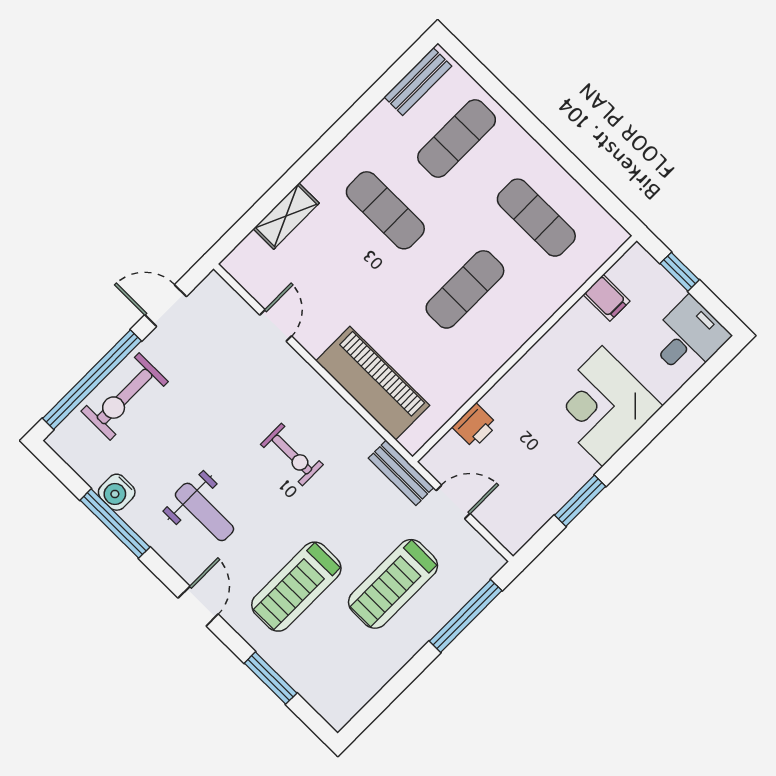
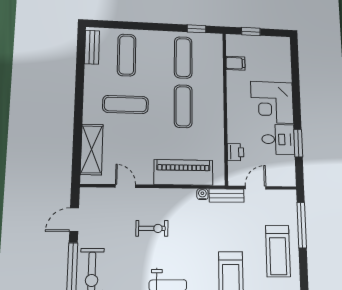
window: (600, 192) -> (197, 29), added
shelving: (286, 216) -> (92, 149), width x1.50, depth x1.33
exercise mat: (536, 218) -> (183, 57), turned 90
desk: (688, 338) -> (278, 139), moved, turned 90
water cooler: (369, 438) -> (202, 194), added
exercise bike: (292, 454) -> (152, 228), moved
treadmill: (393, 584) -> (278, 251), moved

